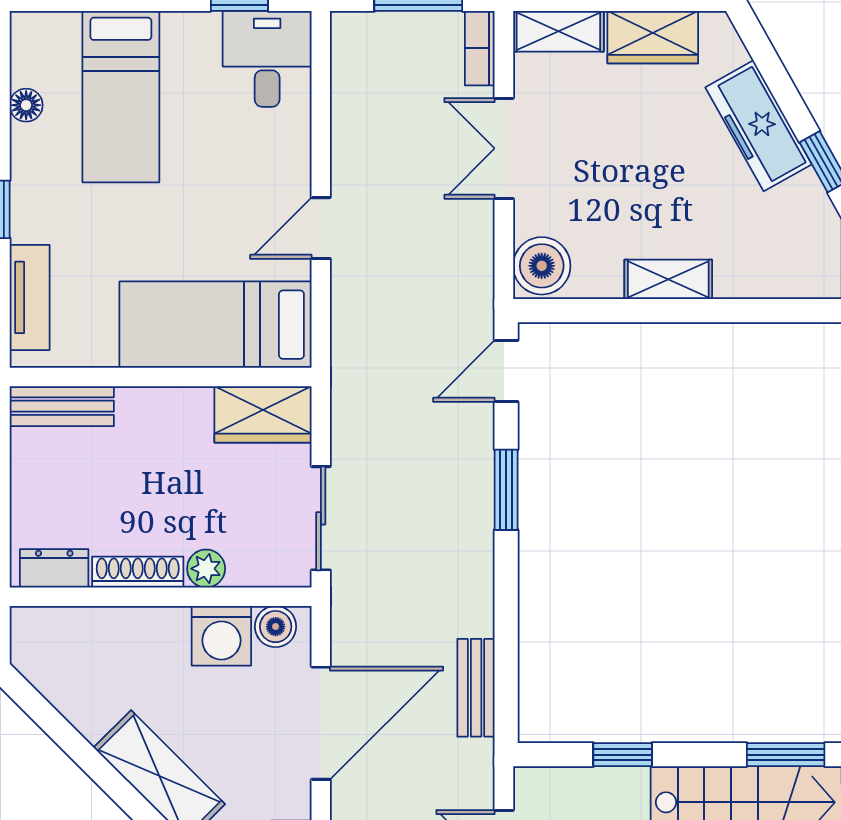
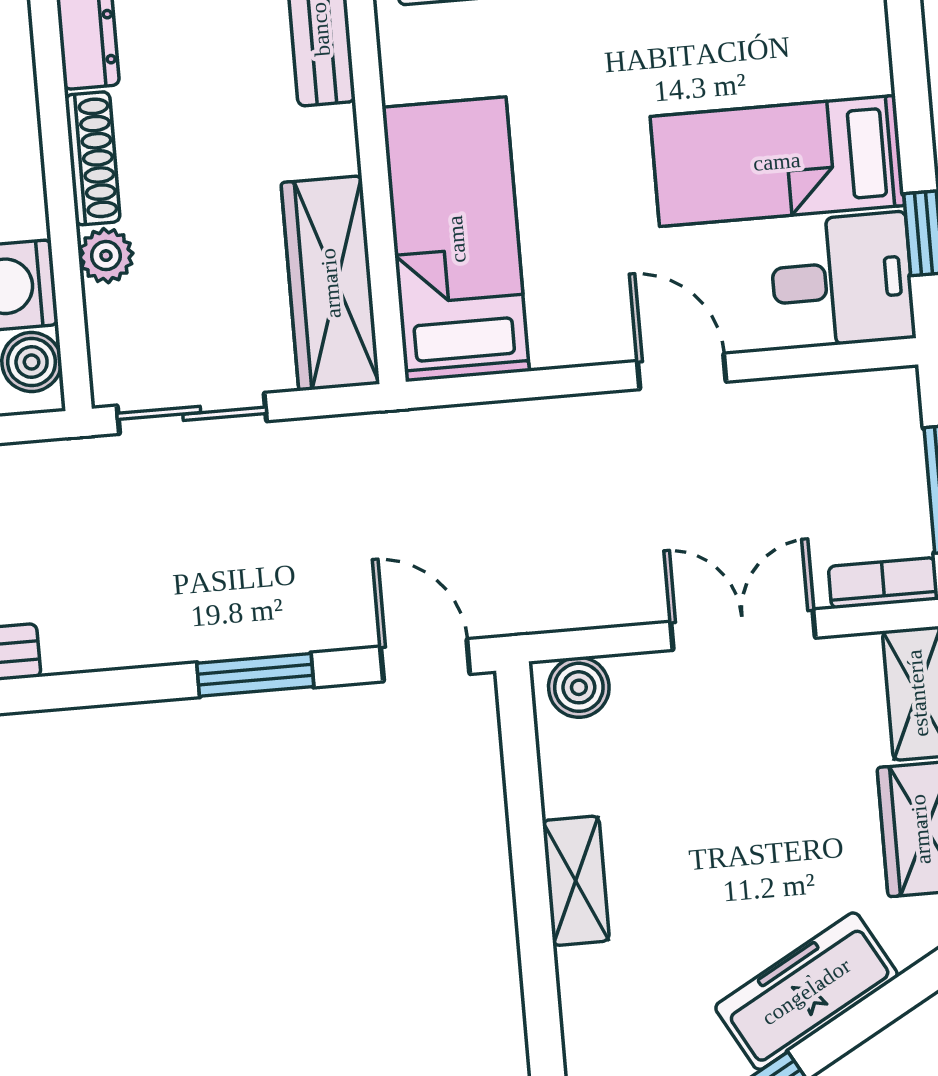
bed: (121, 97) -> (777, 161), moved
door: (321, 228) -> (682, 371), moved
boiler: (542, 266) -> (579, 687), width x0.73, depth x0.73
wardrobe: (263, 414) -> (330, 283), width x1.50

